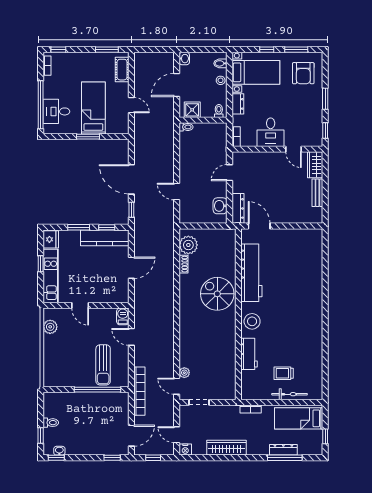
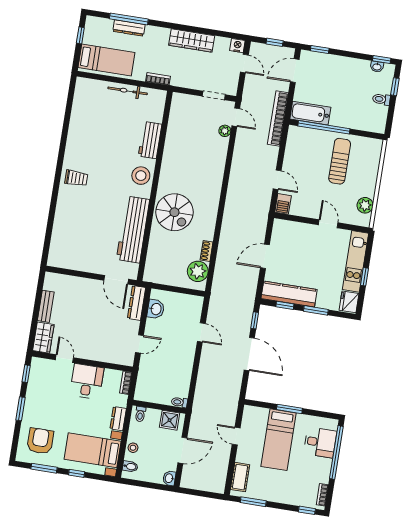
sun lounger: (103, 365) -> (340, 161), moved
trolley: (284, 373) -> (76, 178), moved
bicycle: (290, 394) -> (128, 91), moved
bathtub: (112, 400) -> (310, 113), added

